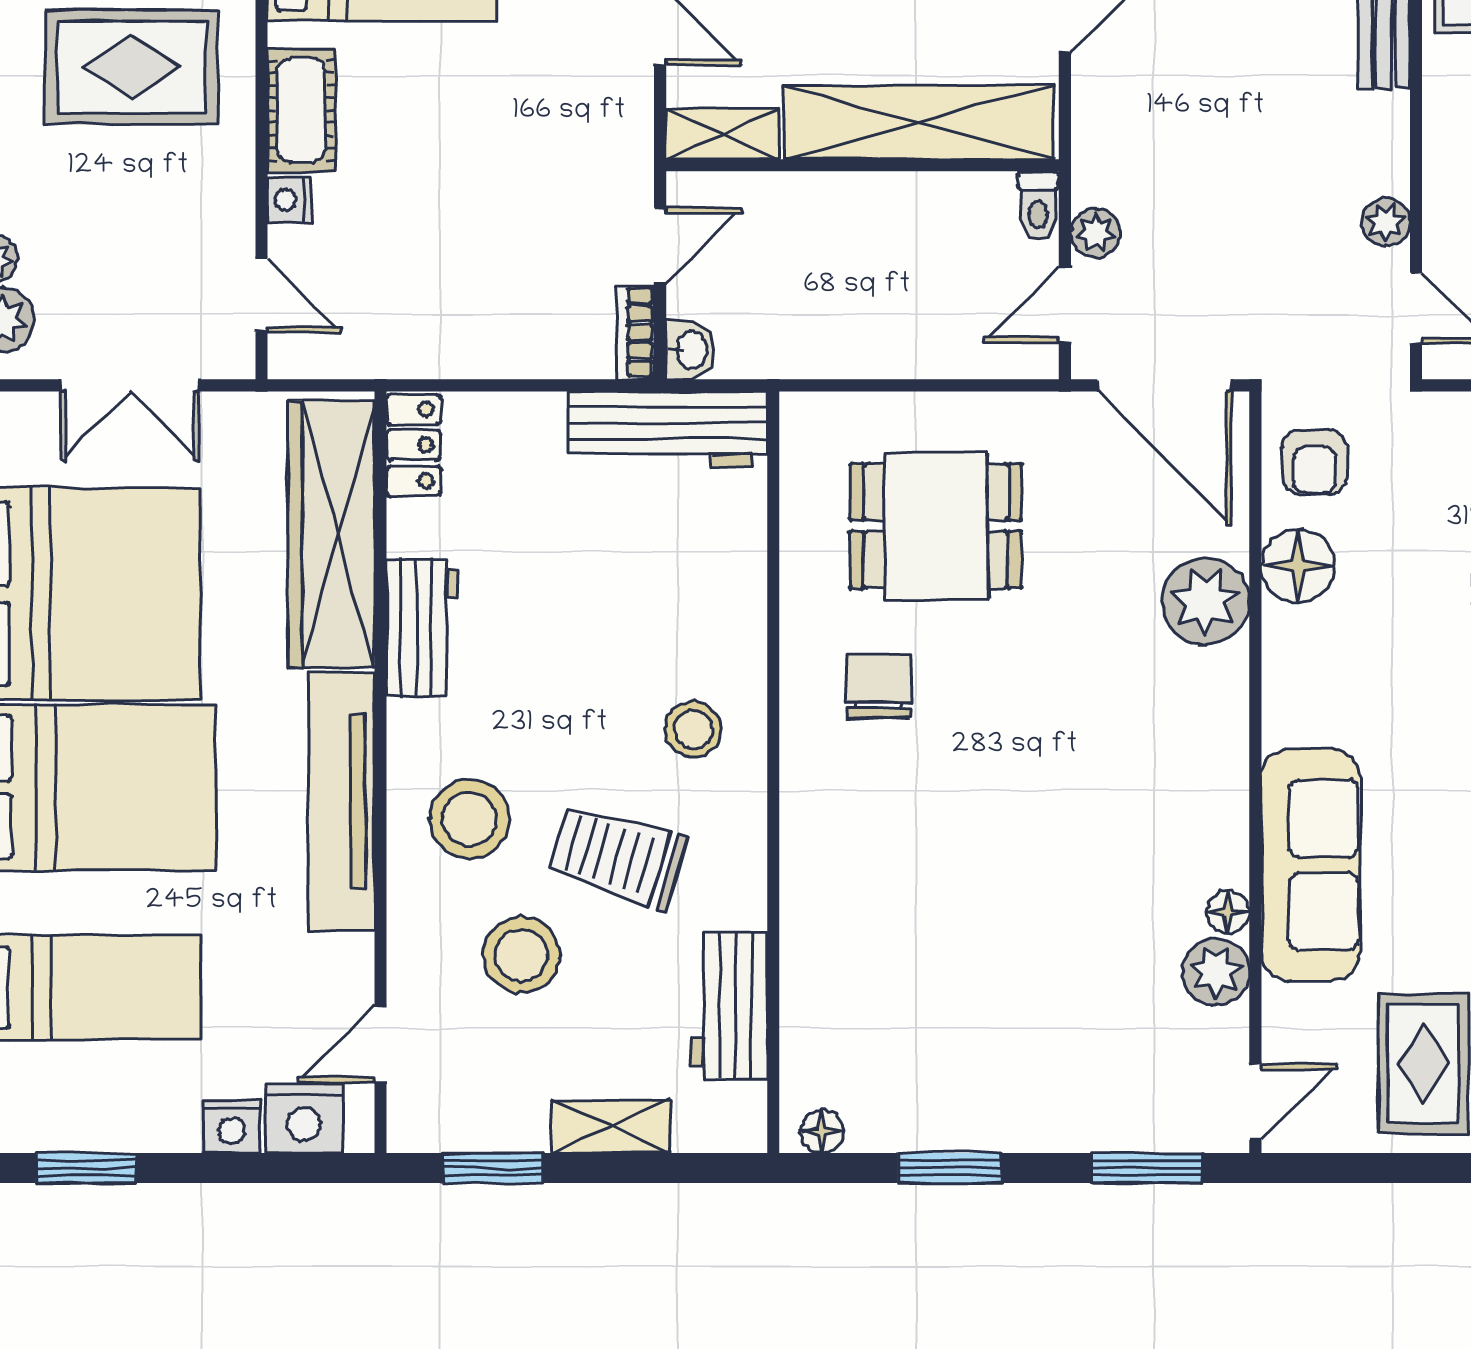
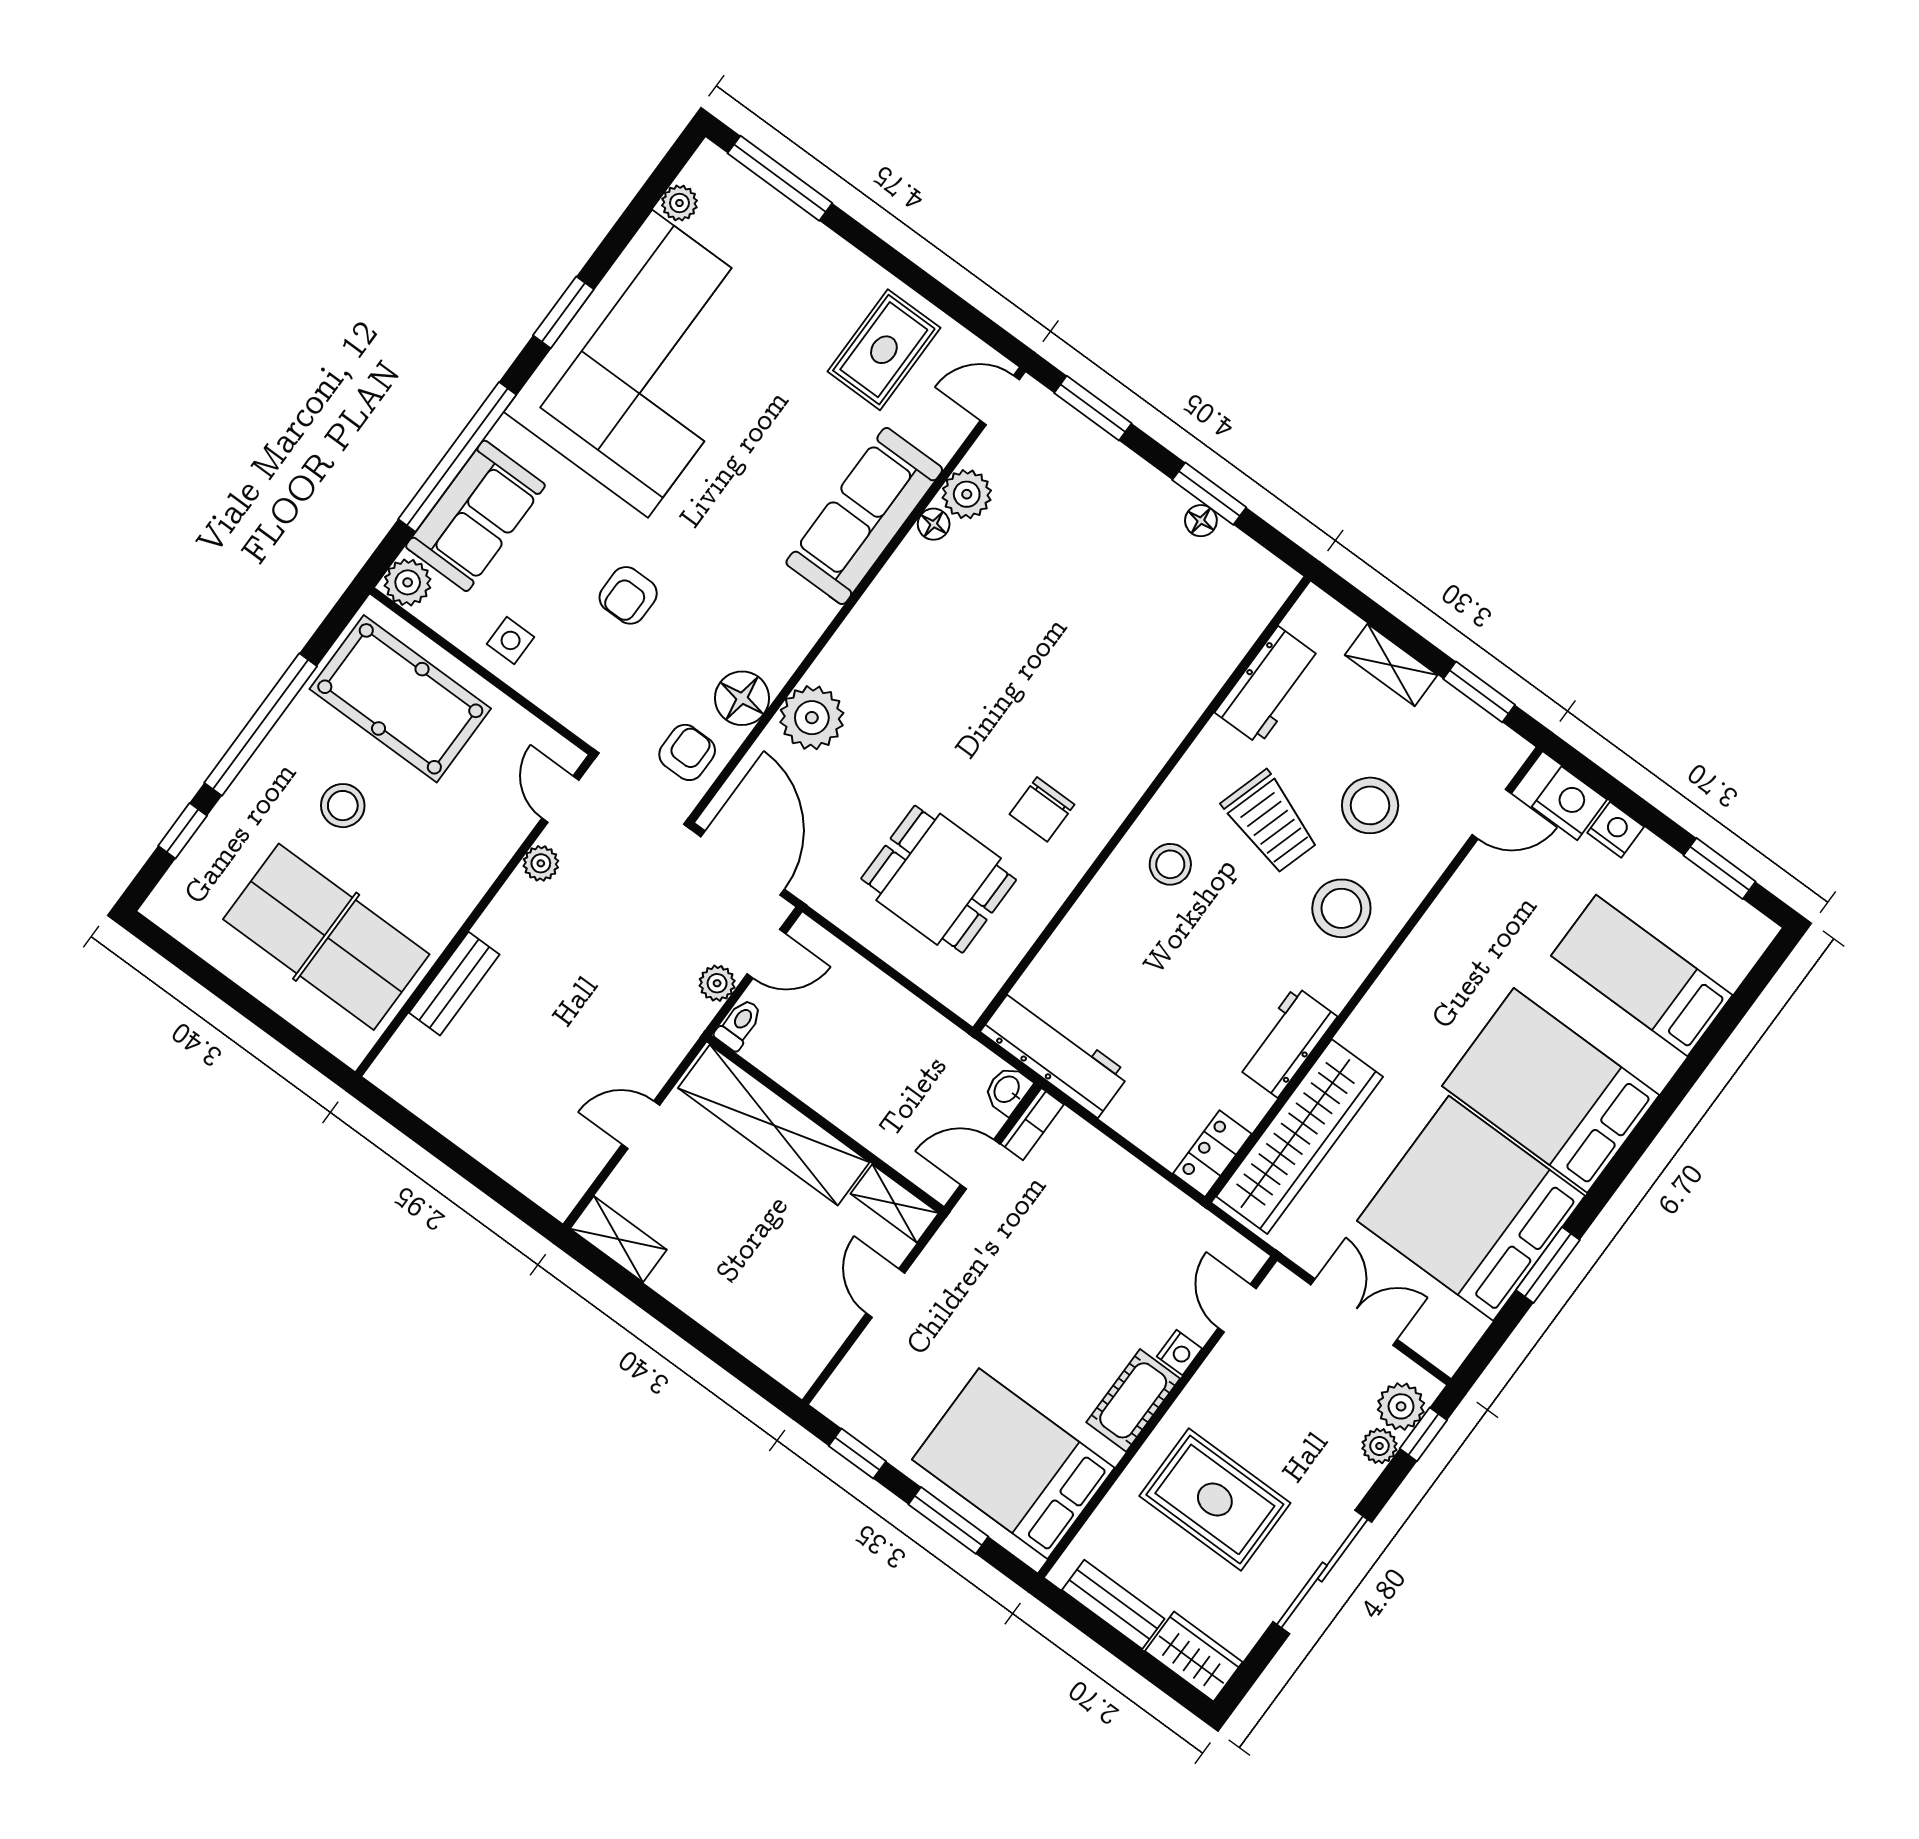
tv unit: (342, 801) -> (1410, 974), removed
floor lamp: (822, 1132) -> (1201, 521), moved

